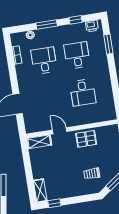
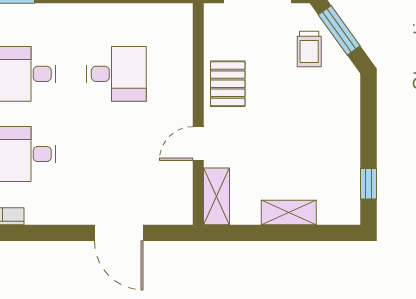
trolley: (92, 174) -> (309, 49), moved
shelving: (40, 191) -> (289, 212), moved

